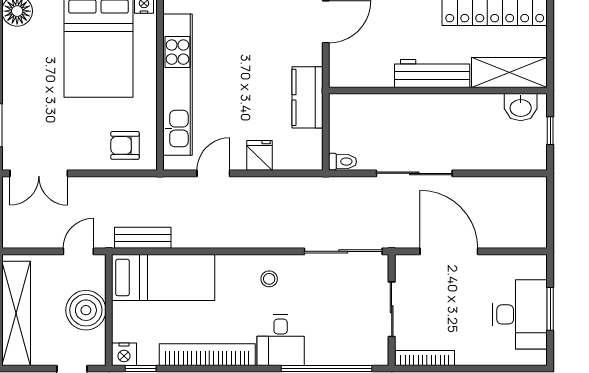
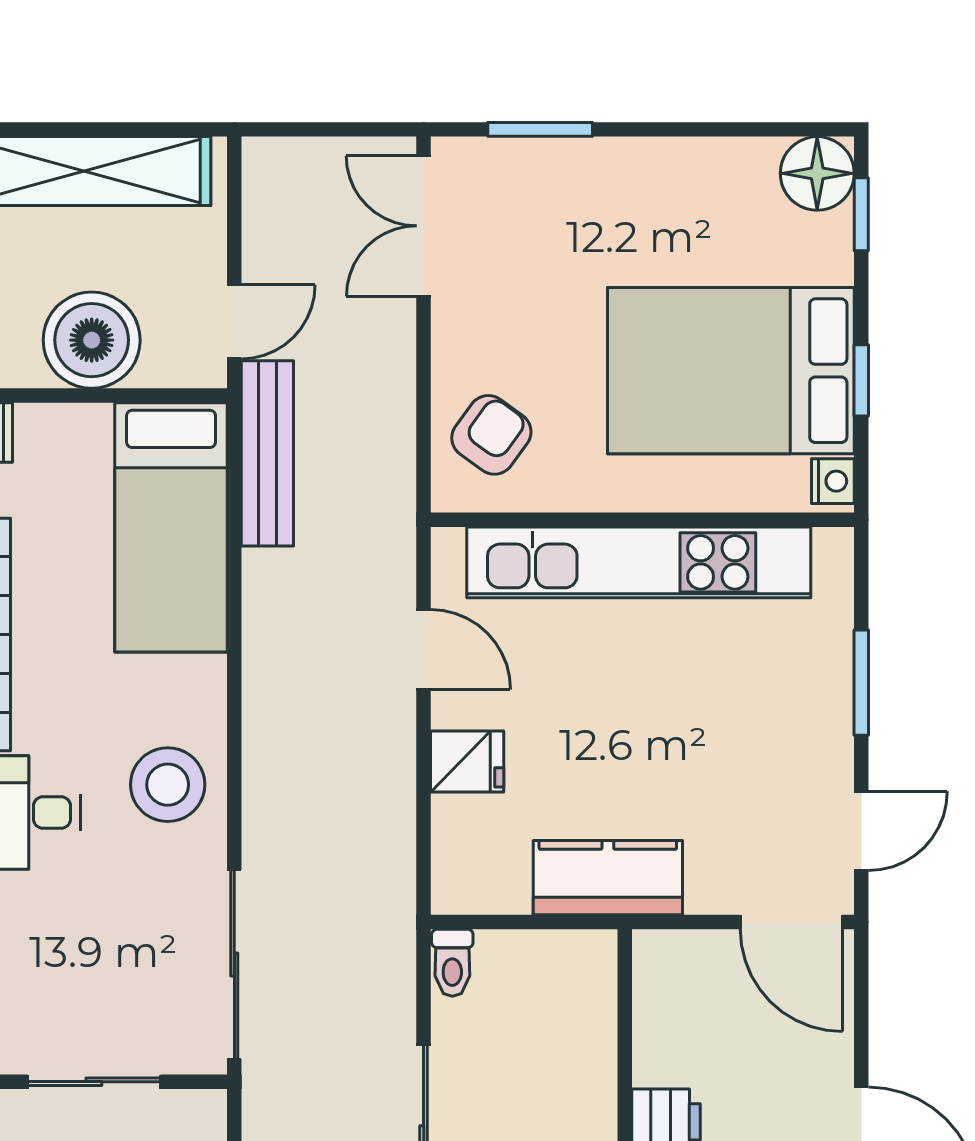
armchair: (125, 145) -> (491, 435), turned 36
bench: (143, 238) -> (267, 453), width x1.36
door: (78, 251) -> (234, 322), hinge flipped
stool: (269, 279) -> (168, 785), width x1.89, depth x1.89

